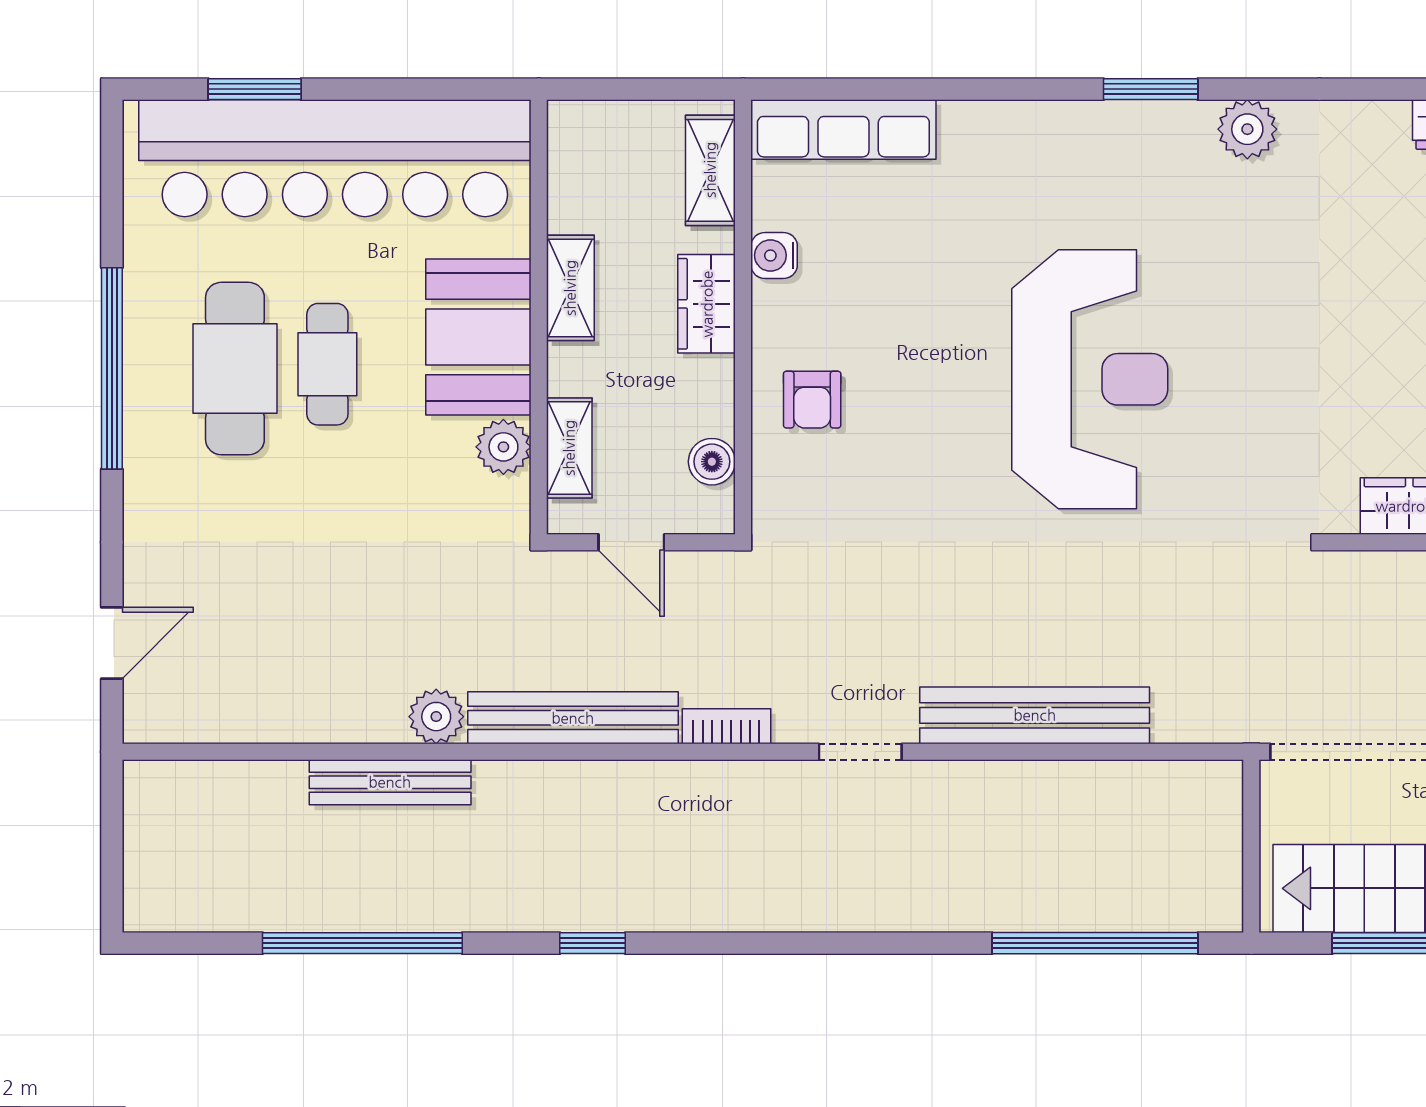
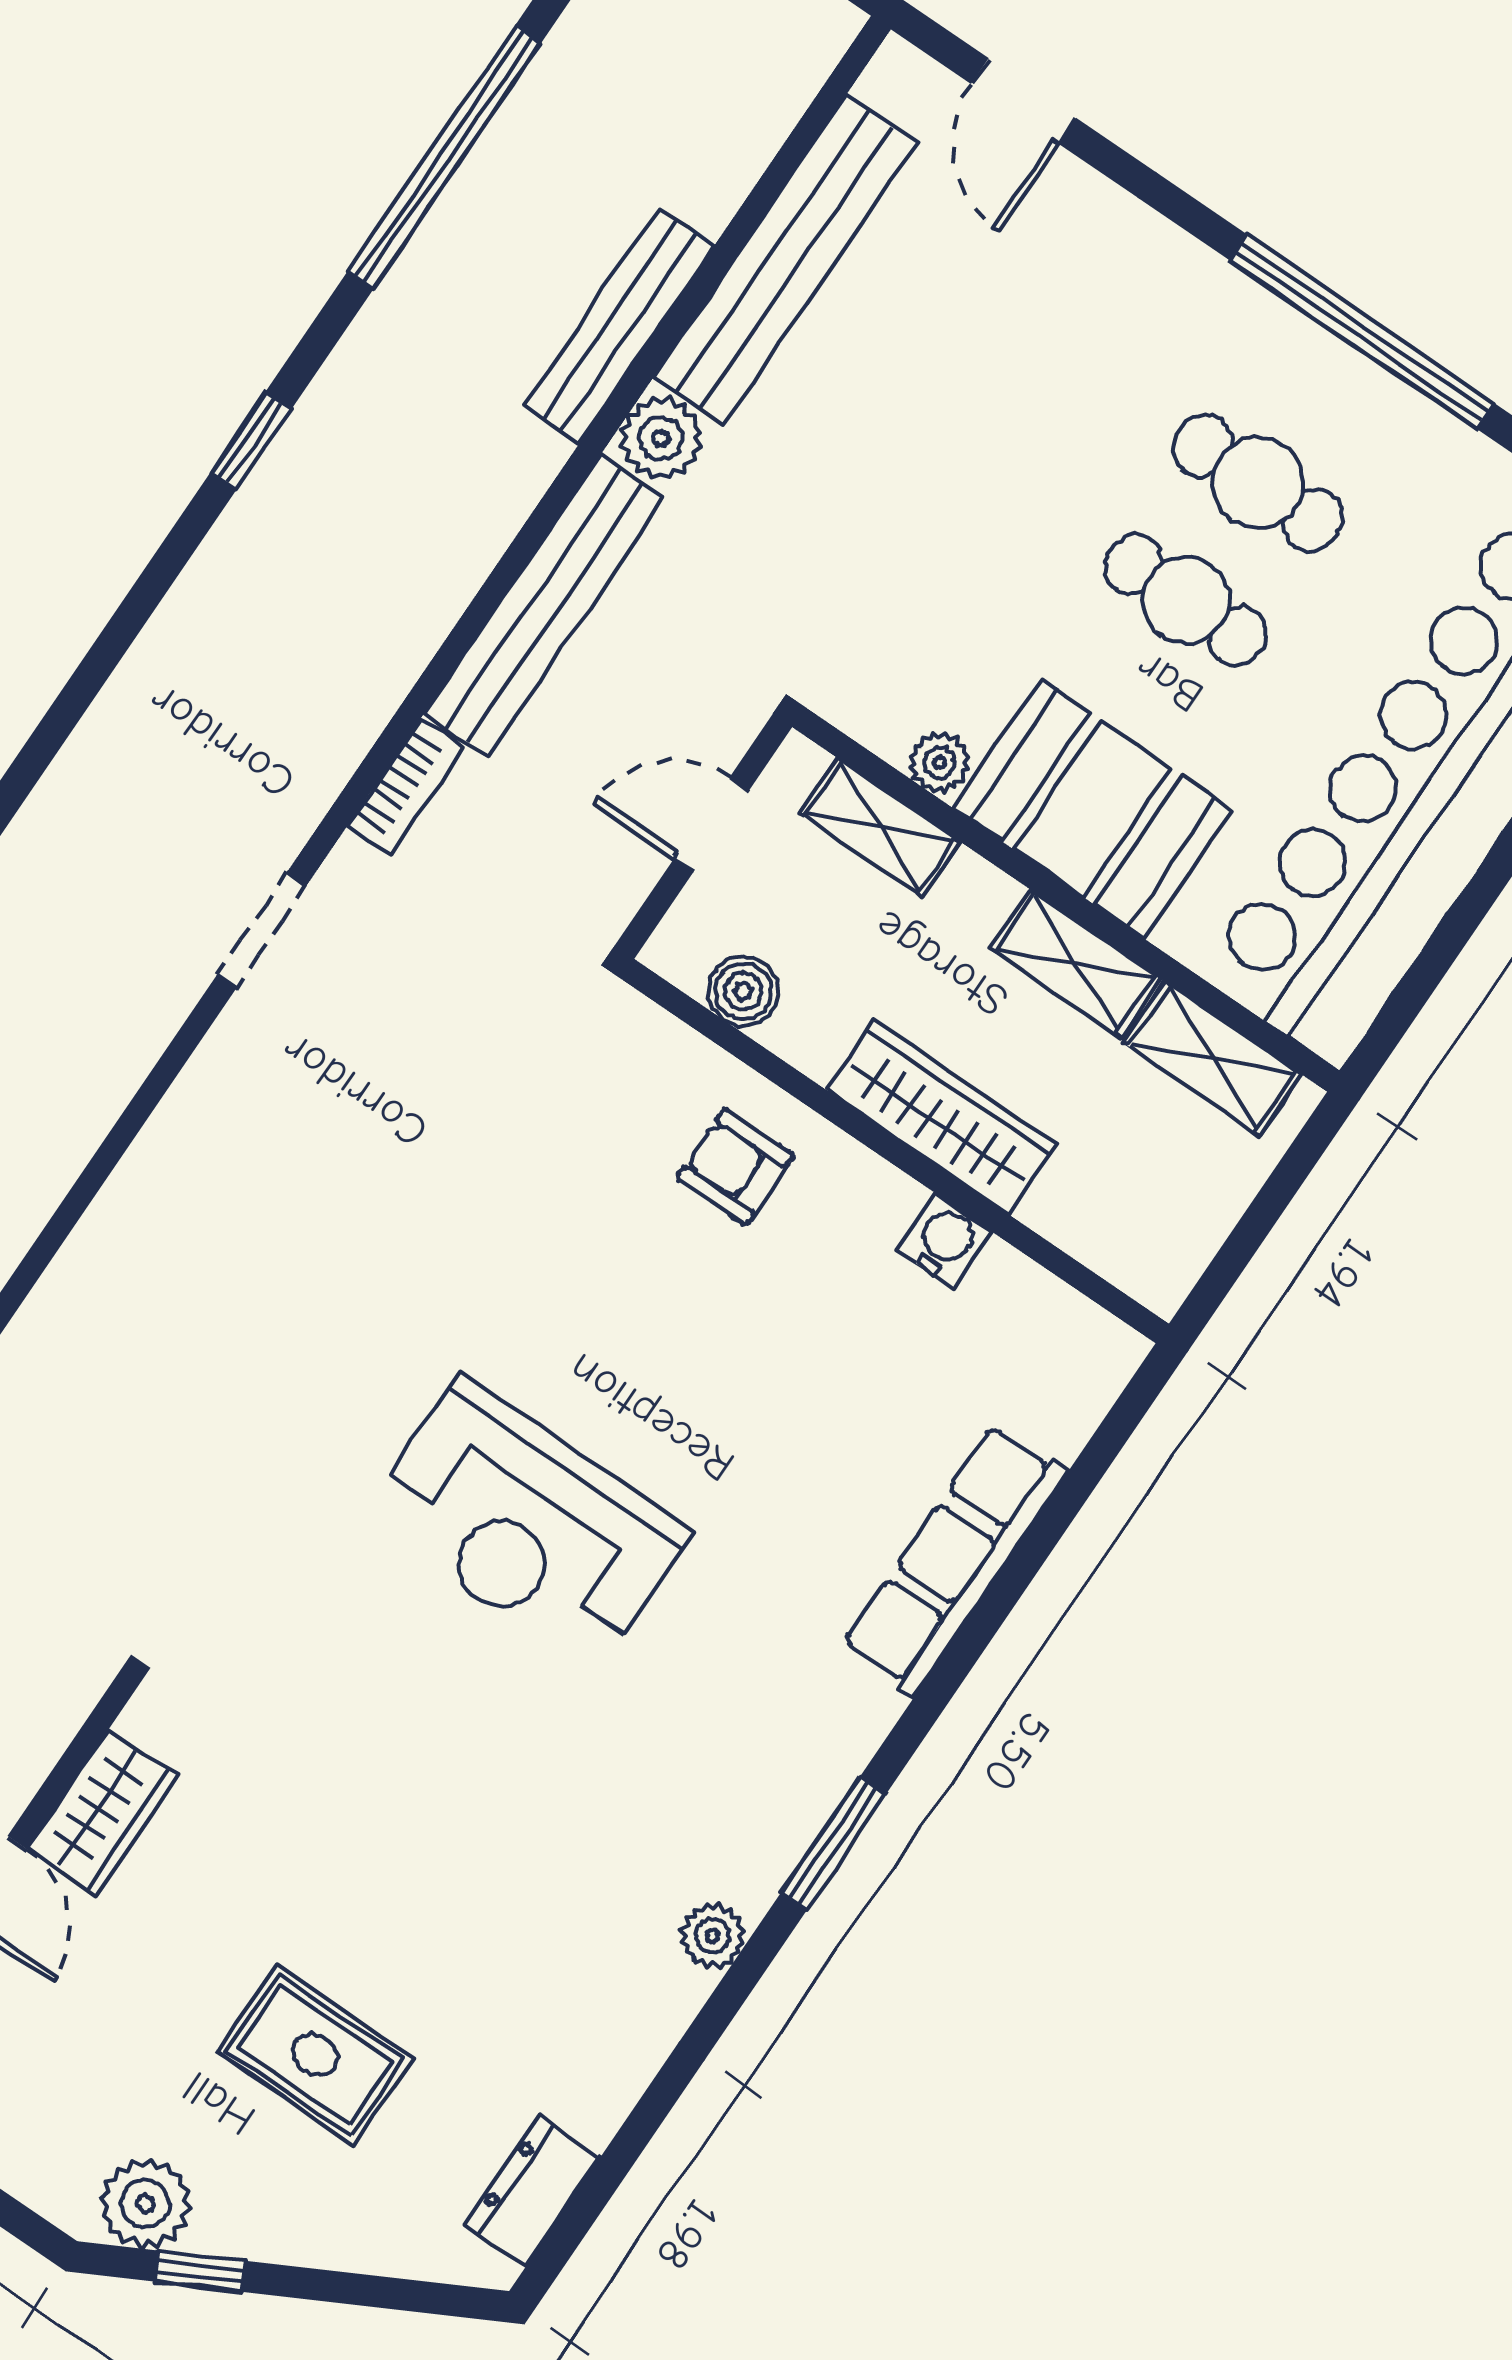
row of seats: (843, 129) -> (954, 1559), moved
plant: (1247, 129) -> (713, 1936), width x0.73, depth x0.73
shelving: (710, 170) -> (1213, 1059), moved
wardrobe: (707, 304) -> (942, 1117), width x1.50
cafe table: (235, 369) -> (1258, 483), width x0.73, depth x0.74
reception desk: (1090, 379) -> (527, 1525), width x0.74, depth x0.77
plant: (503, 447) -> (939, 763), width x0.73, depth x0.73
bench: (1035, 715) -> (785, 259), moved

